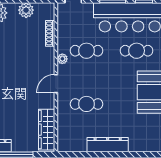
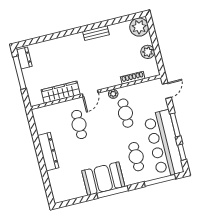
door: (56, 84) -> (90, 93), swing flipped
wardrobe: (47, 130) -> (61, 92), moved

